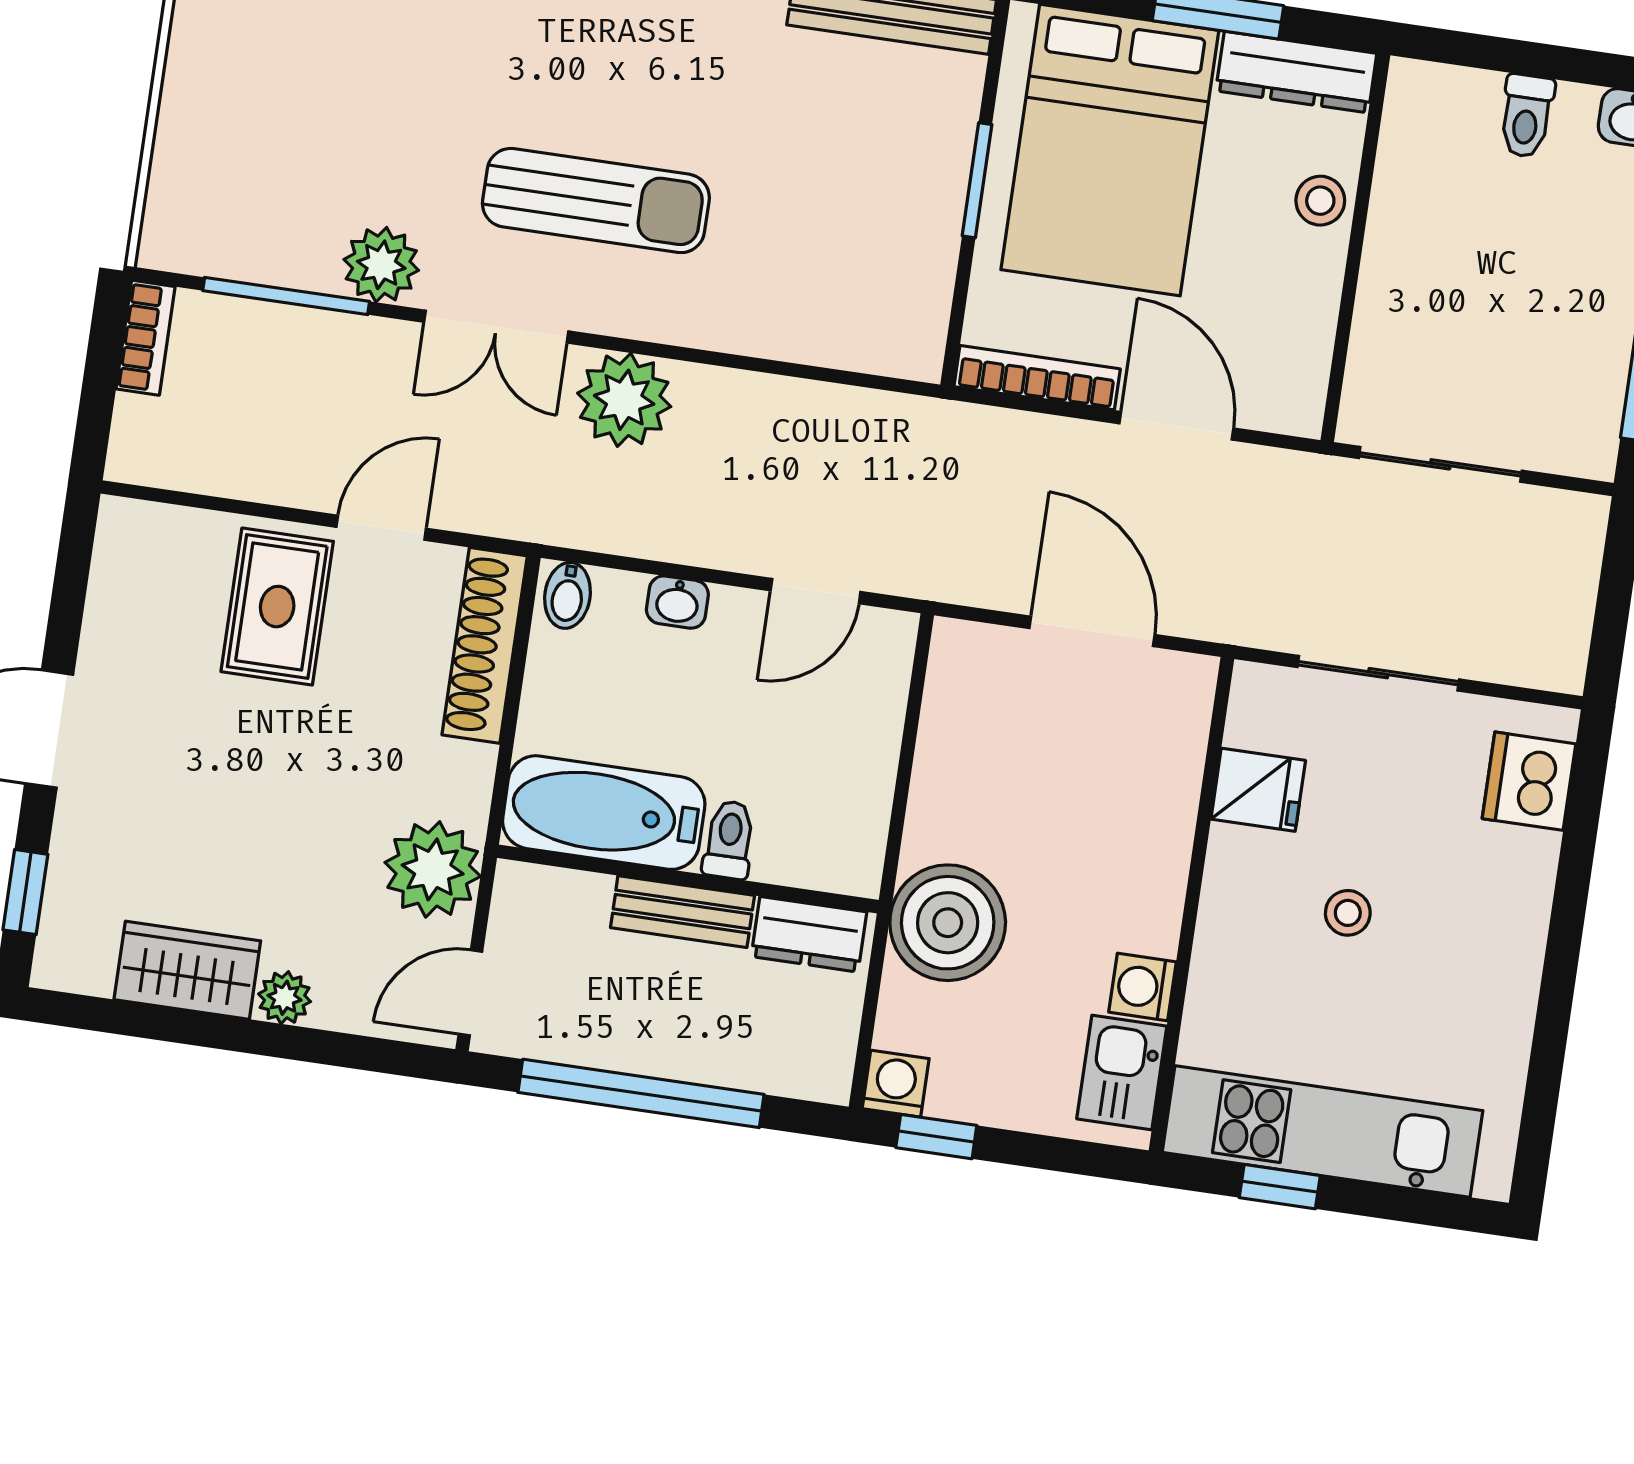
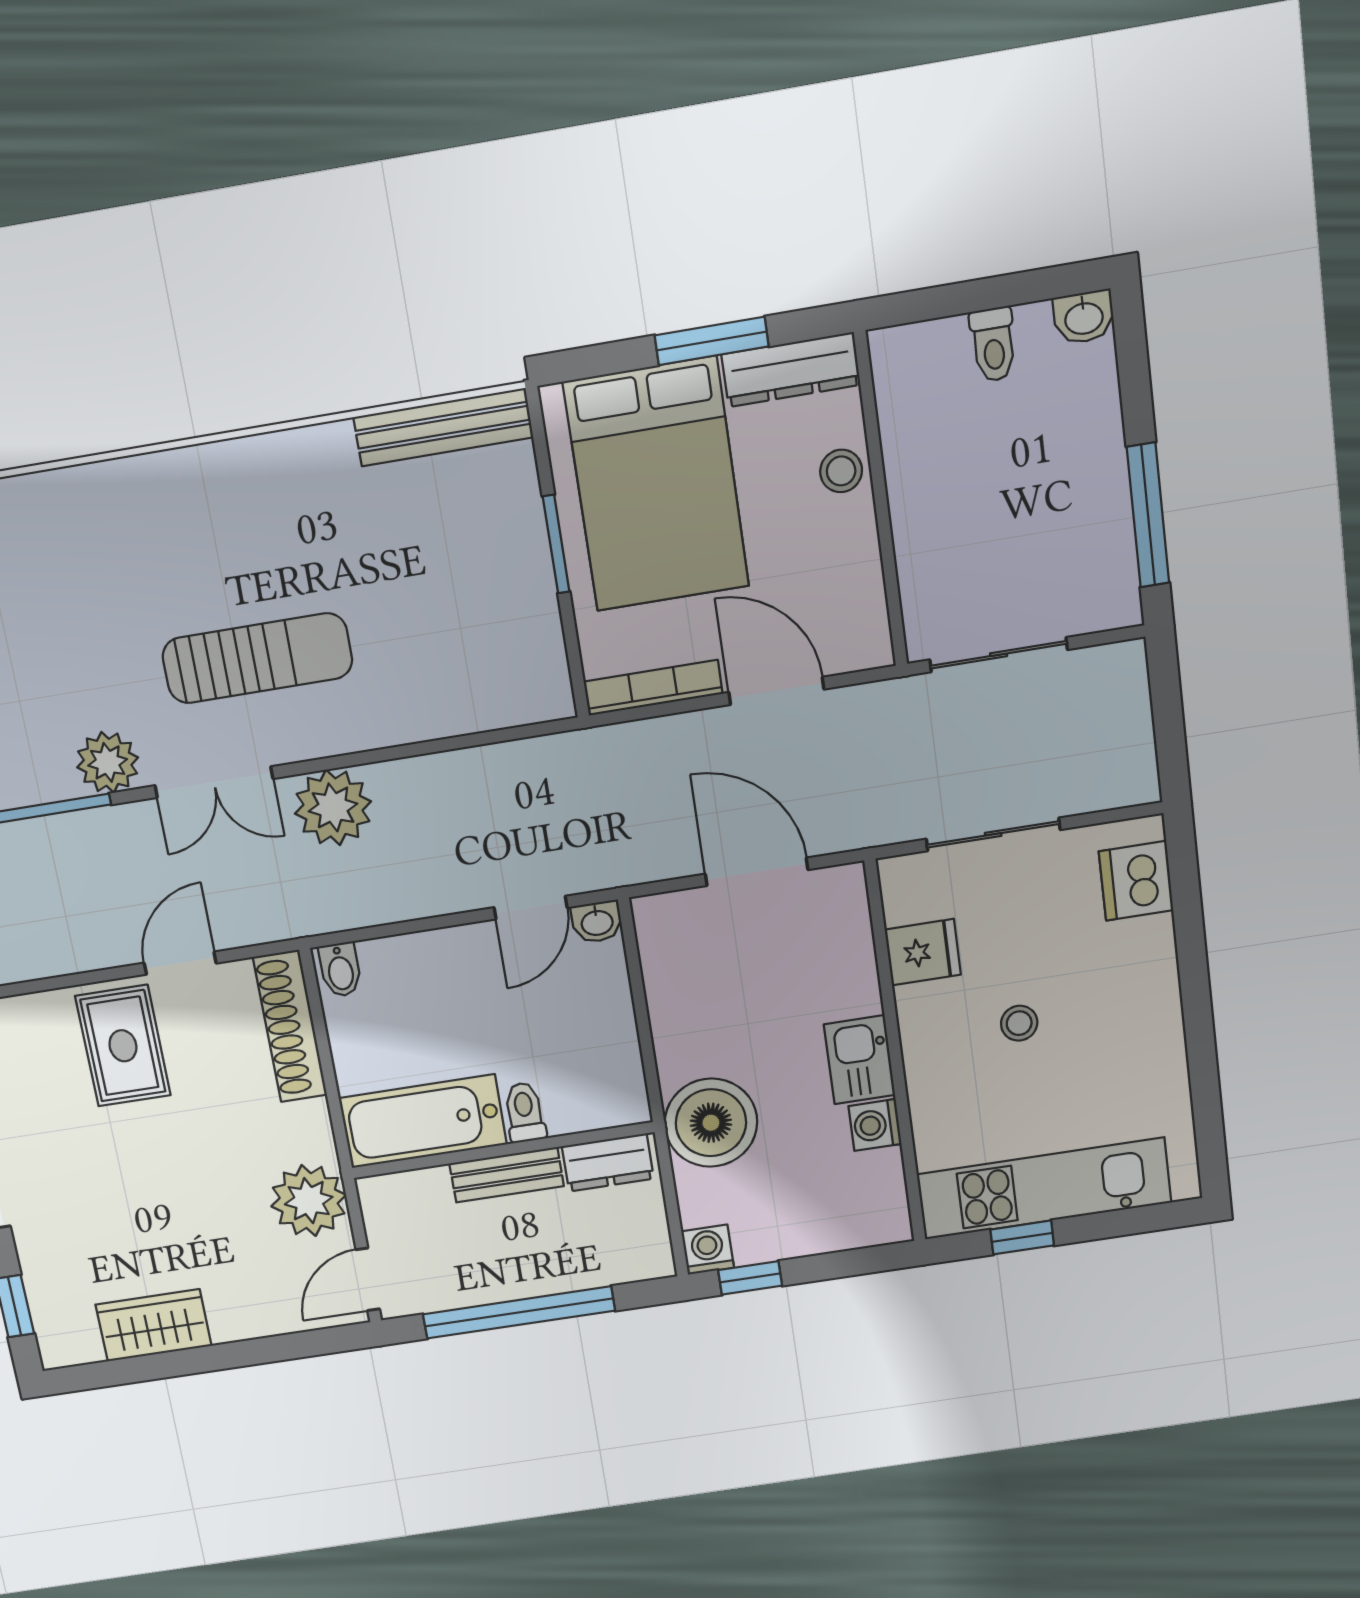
washbasin: (677, 602) -> (597, 922), moved
plant: (285, 998) -> (232, 1323), removed
kitchen sink: (1122, 1072) -> (860, 1060), moved

